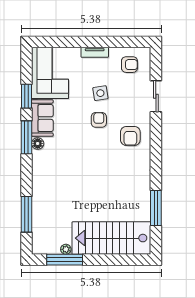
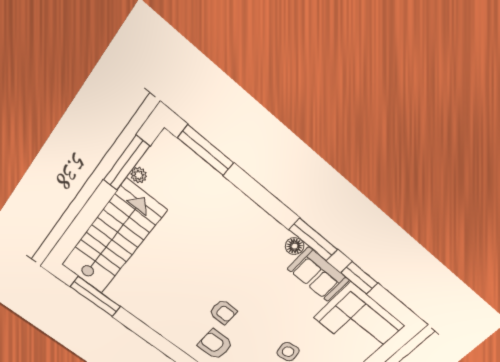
armchair: (99, 120) -> (223, 312), moved
window: (156, 208) -> (95, 297), moved
window: (26, 214) -> (206, 150), moved

